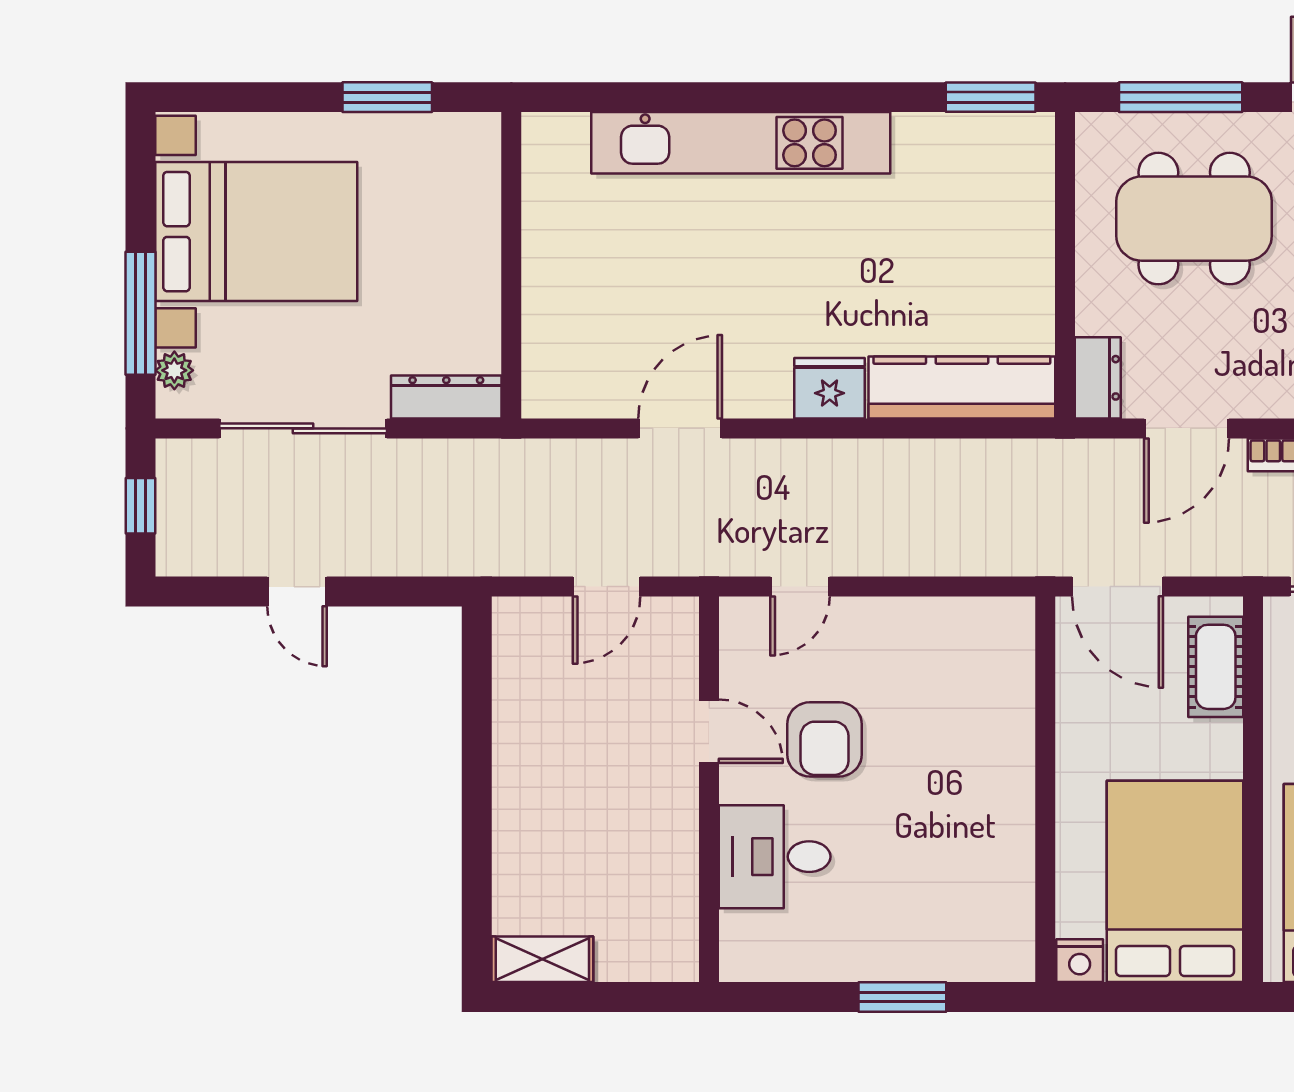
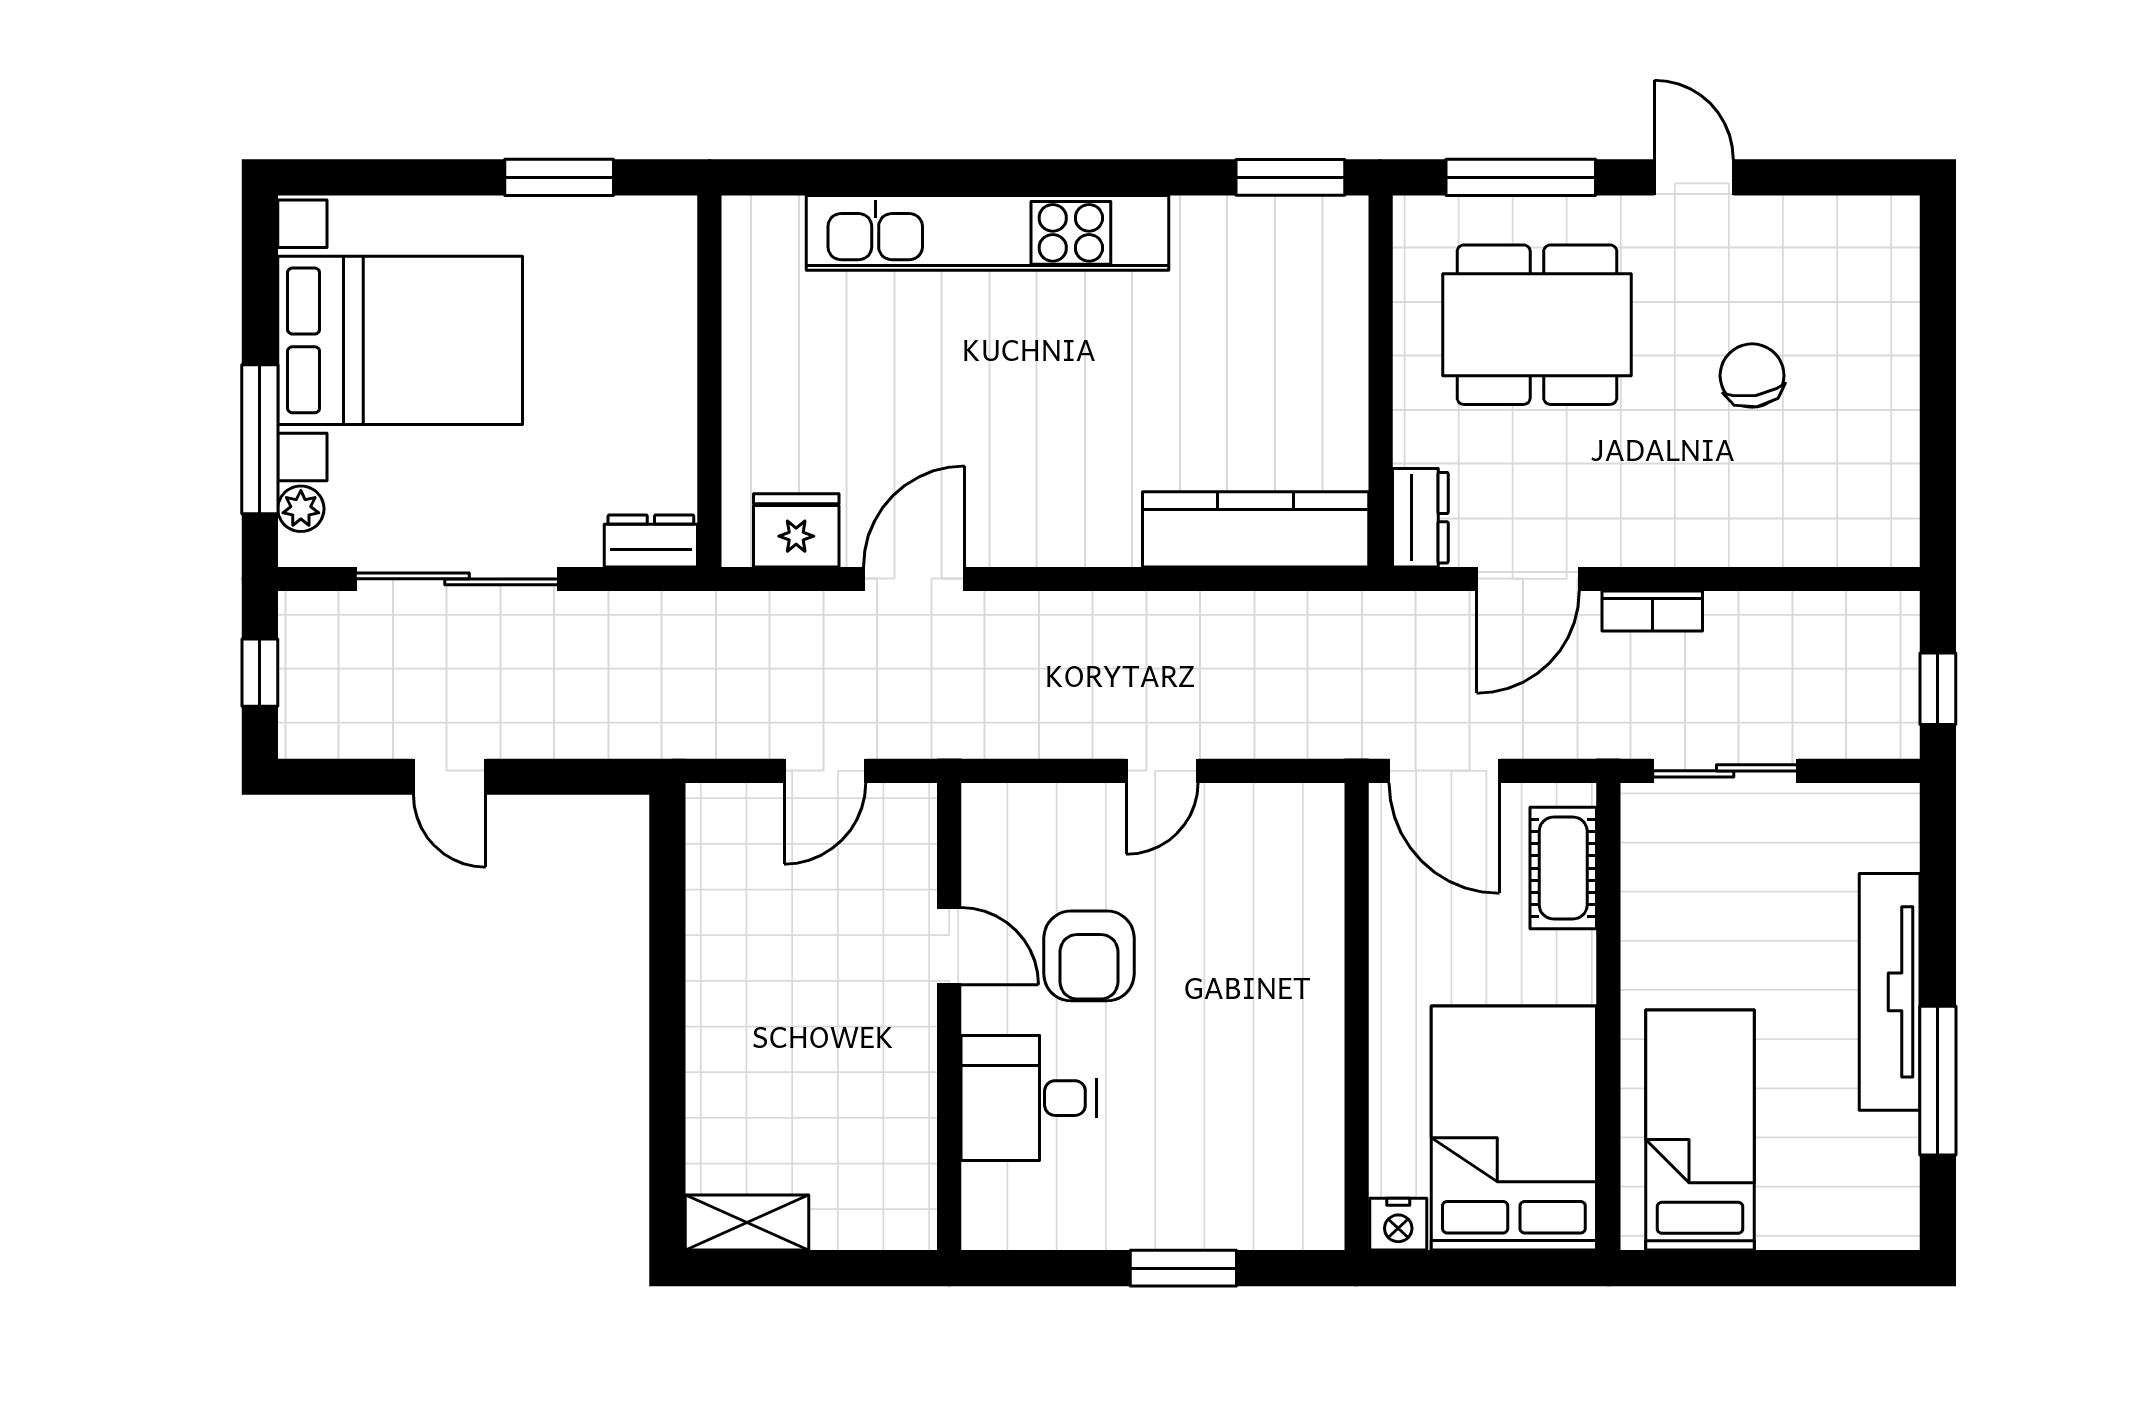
fridge: (830, 388) -> (796, 530), moved
dresser: (446, 397) -> (651, 541), width x0.70
door: (800, 587) -> (1162, 771), moved

